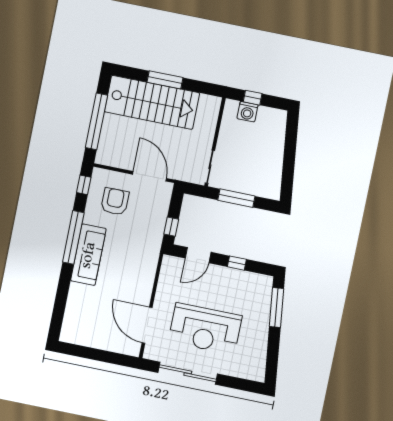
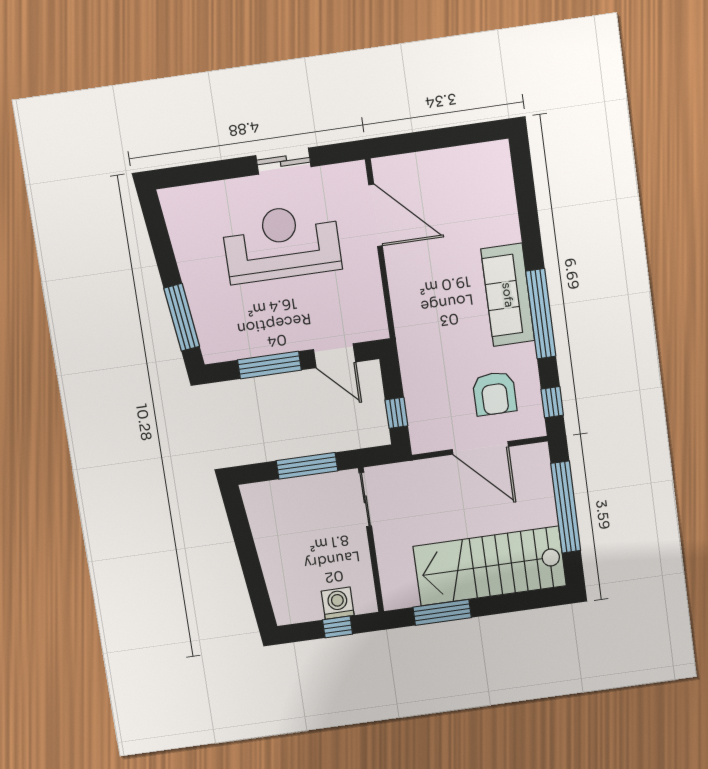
window: (165, 80) -> (442, 612), moved
door: (150, 176) -> (480, 448), moved
window: (171, 227) -> (396, 413), moved
door: (198, 255) -> (335, 356), swing flipped
window: (237, 263) -> (269, 365), width x2.17
sliding door: (188, 373) -> (283, 161), width x0.54

